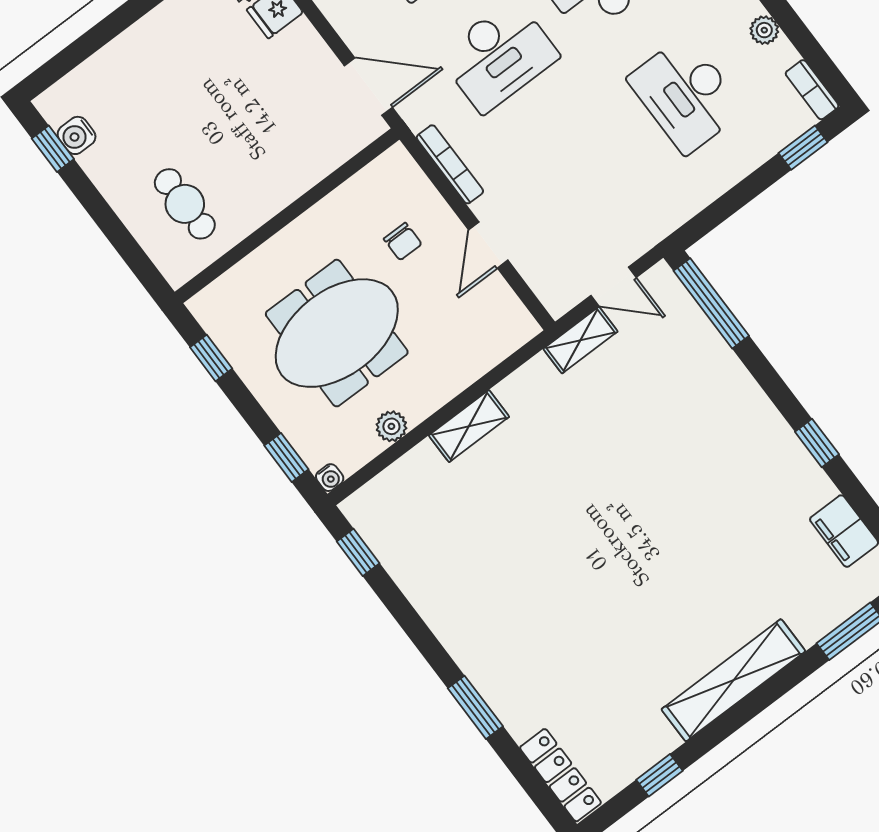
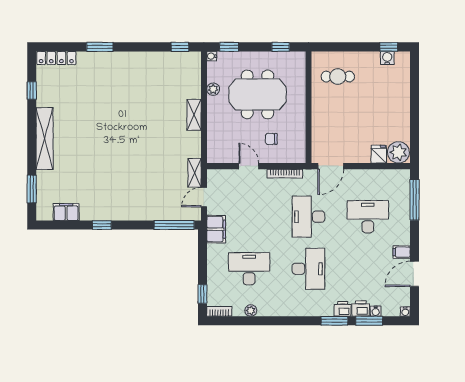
filing cabinet: (658, 216) -> (216, 229), added
meeting table: (337, 333) -> (257, 94), turned 90

